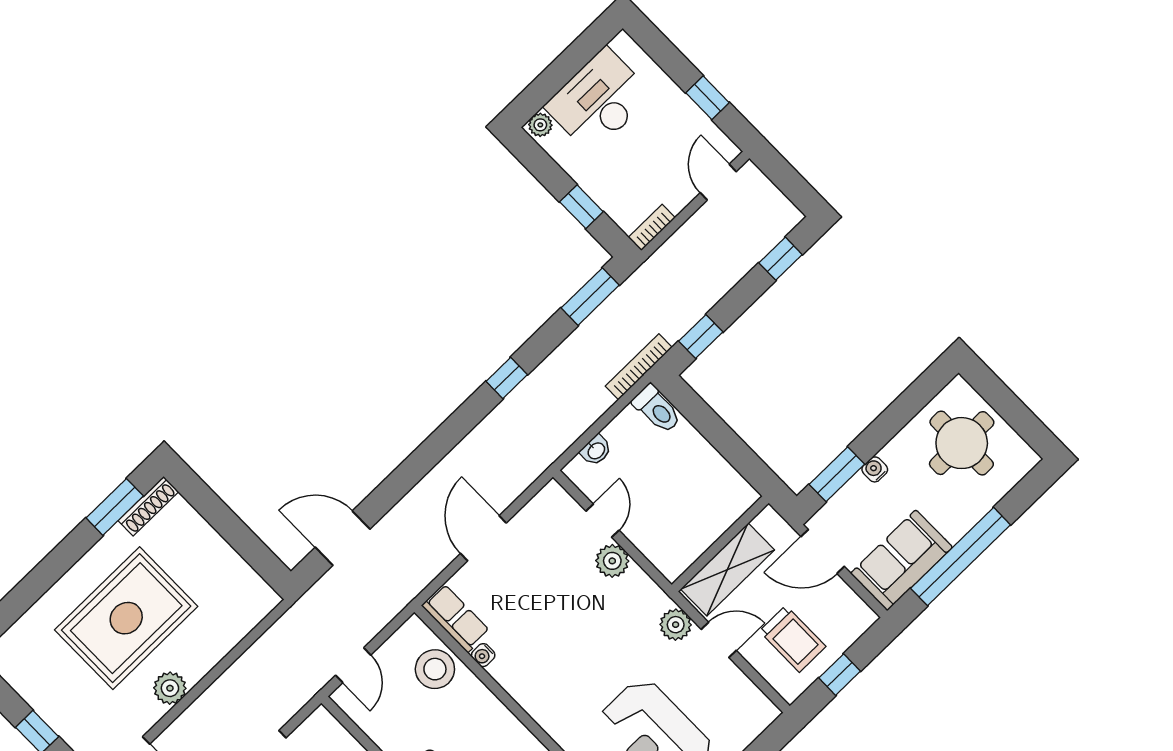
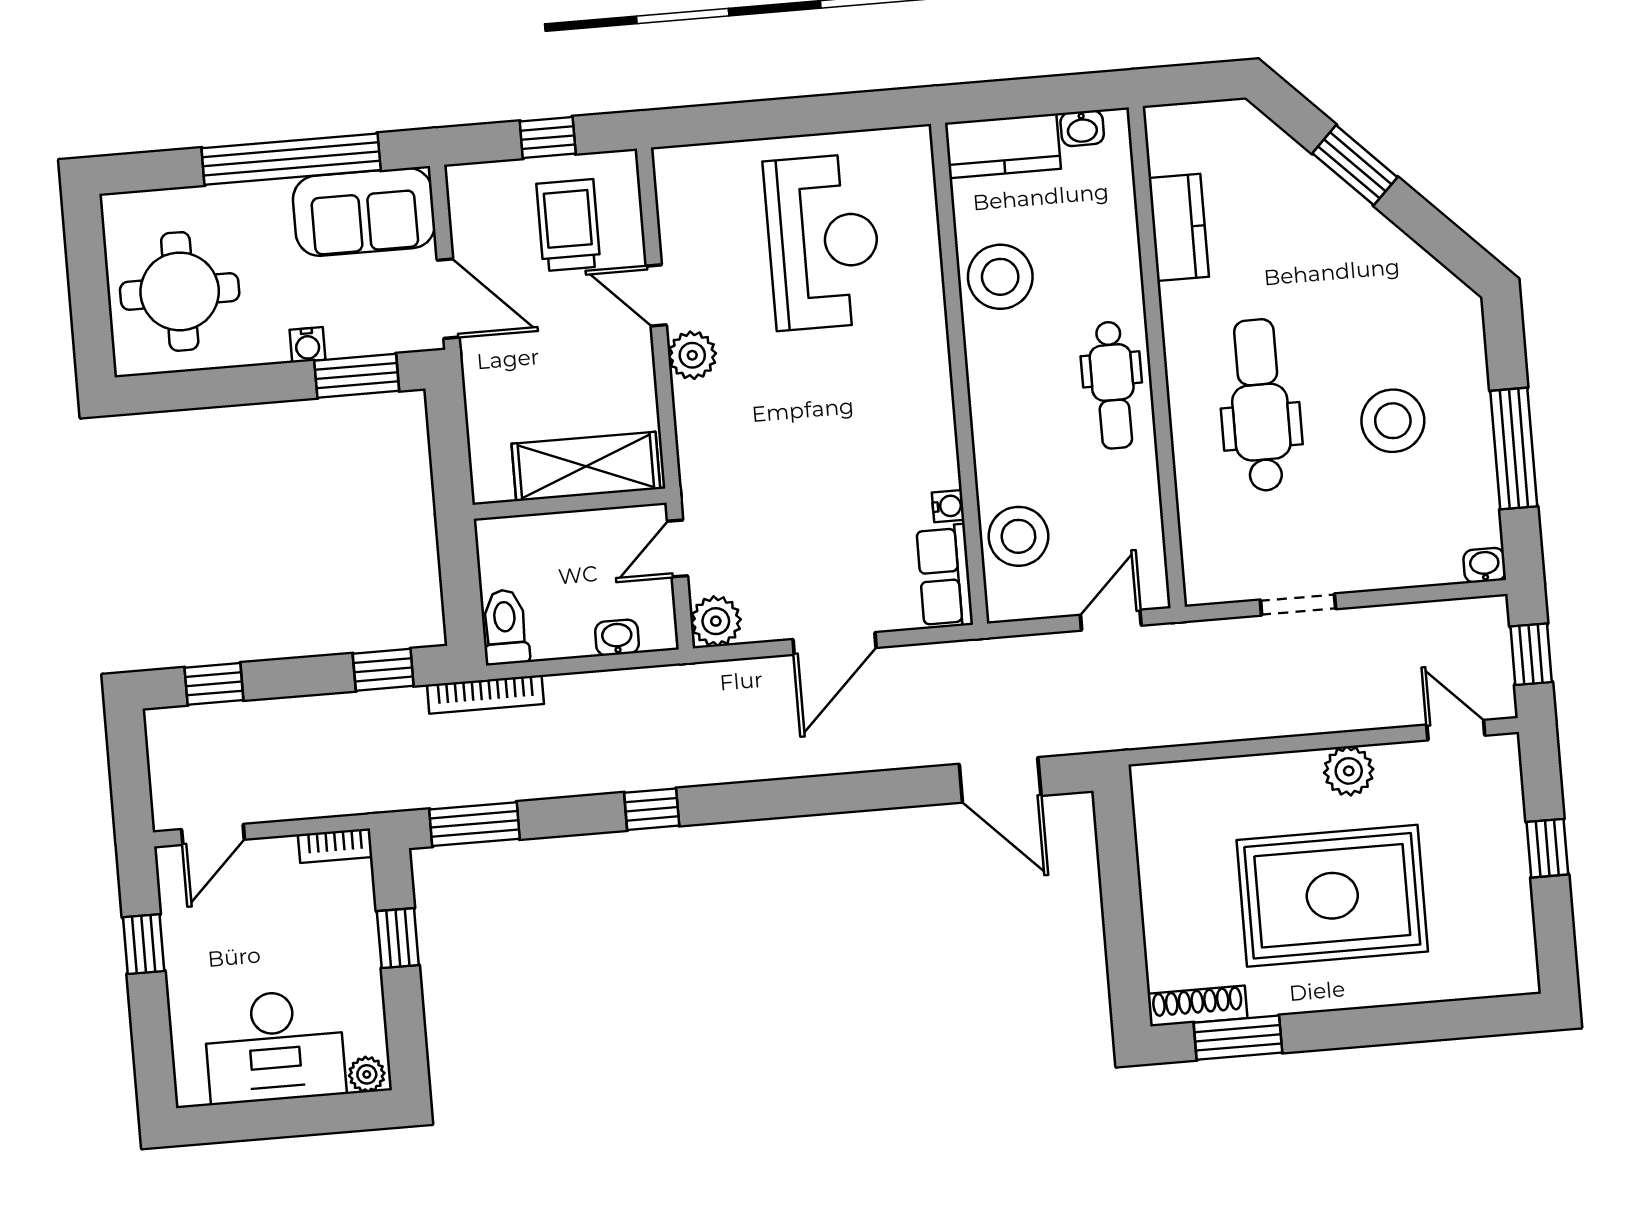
wall: (720, 544) -> (570, 504), moved
plant: (612, 561) -> (716, 621), moved
shelving: (727, 570) -> (586, 466), moved

